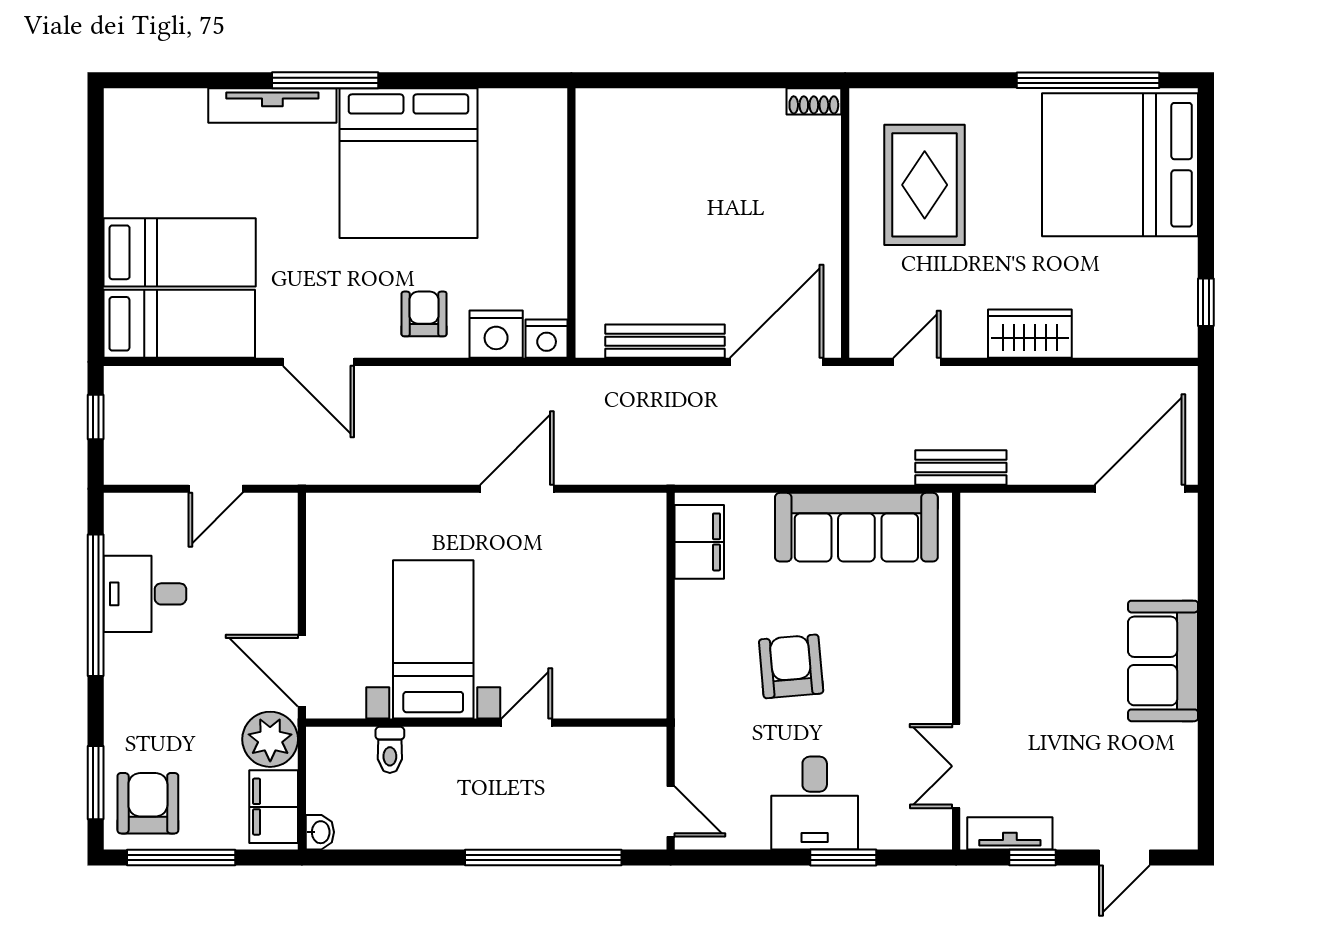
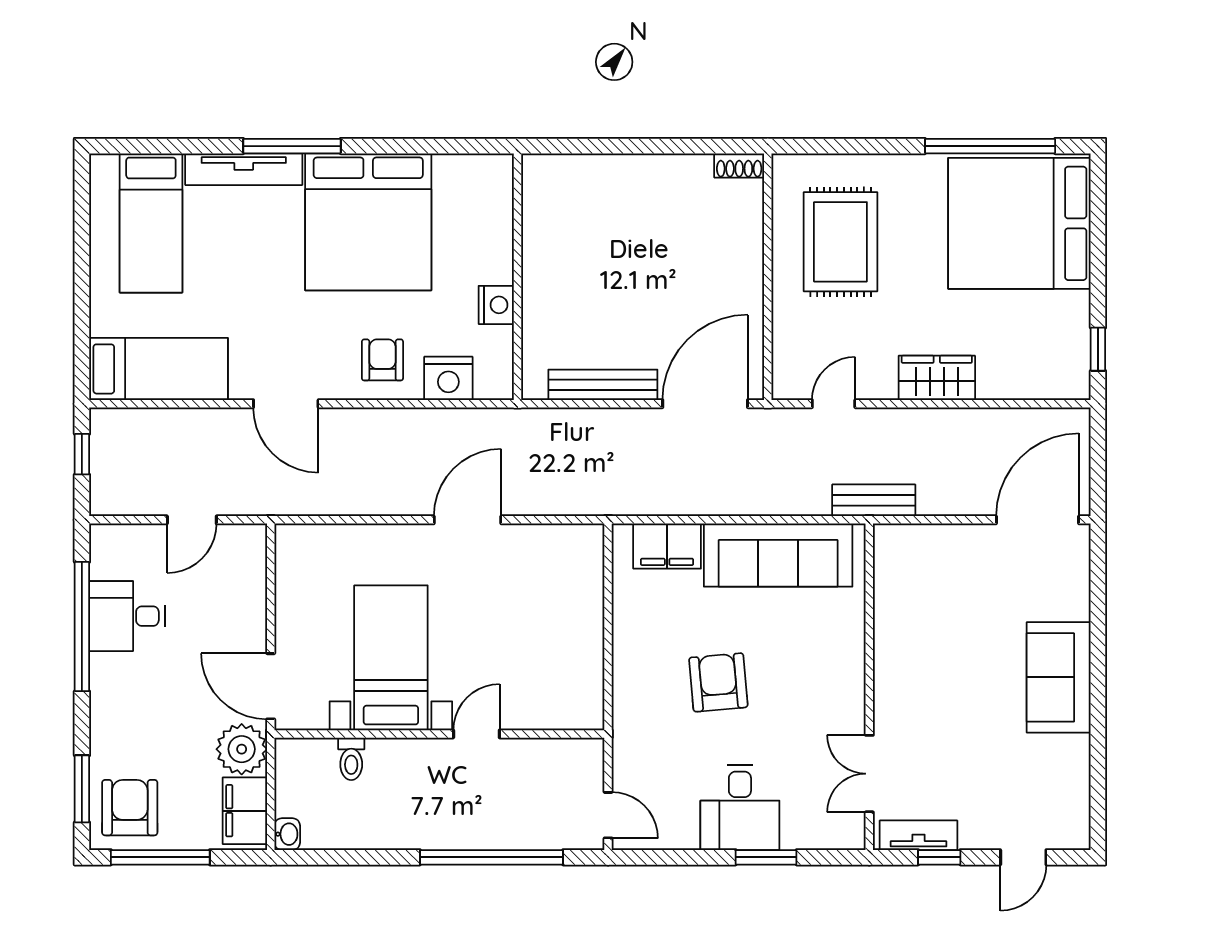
bed: (180, 252) -> (151, 223), moved, turned 90
nightstand: (547, 339) -> (496, 305), moved, turned -90
filing cabinet: (699, 542) -> (667, 546), moved, turned 90

